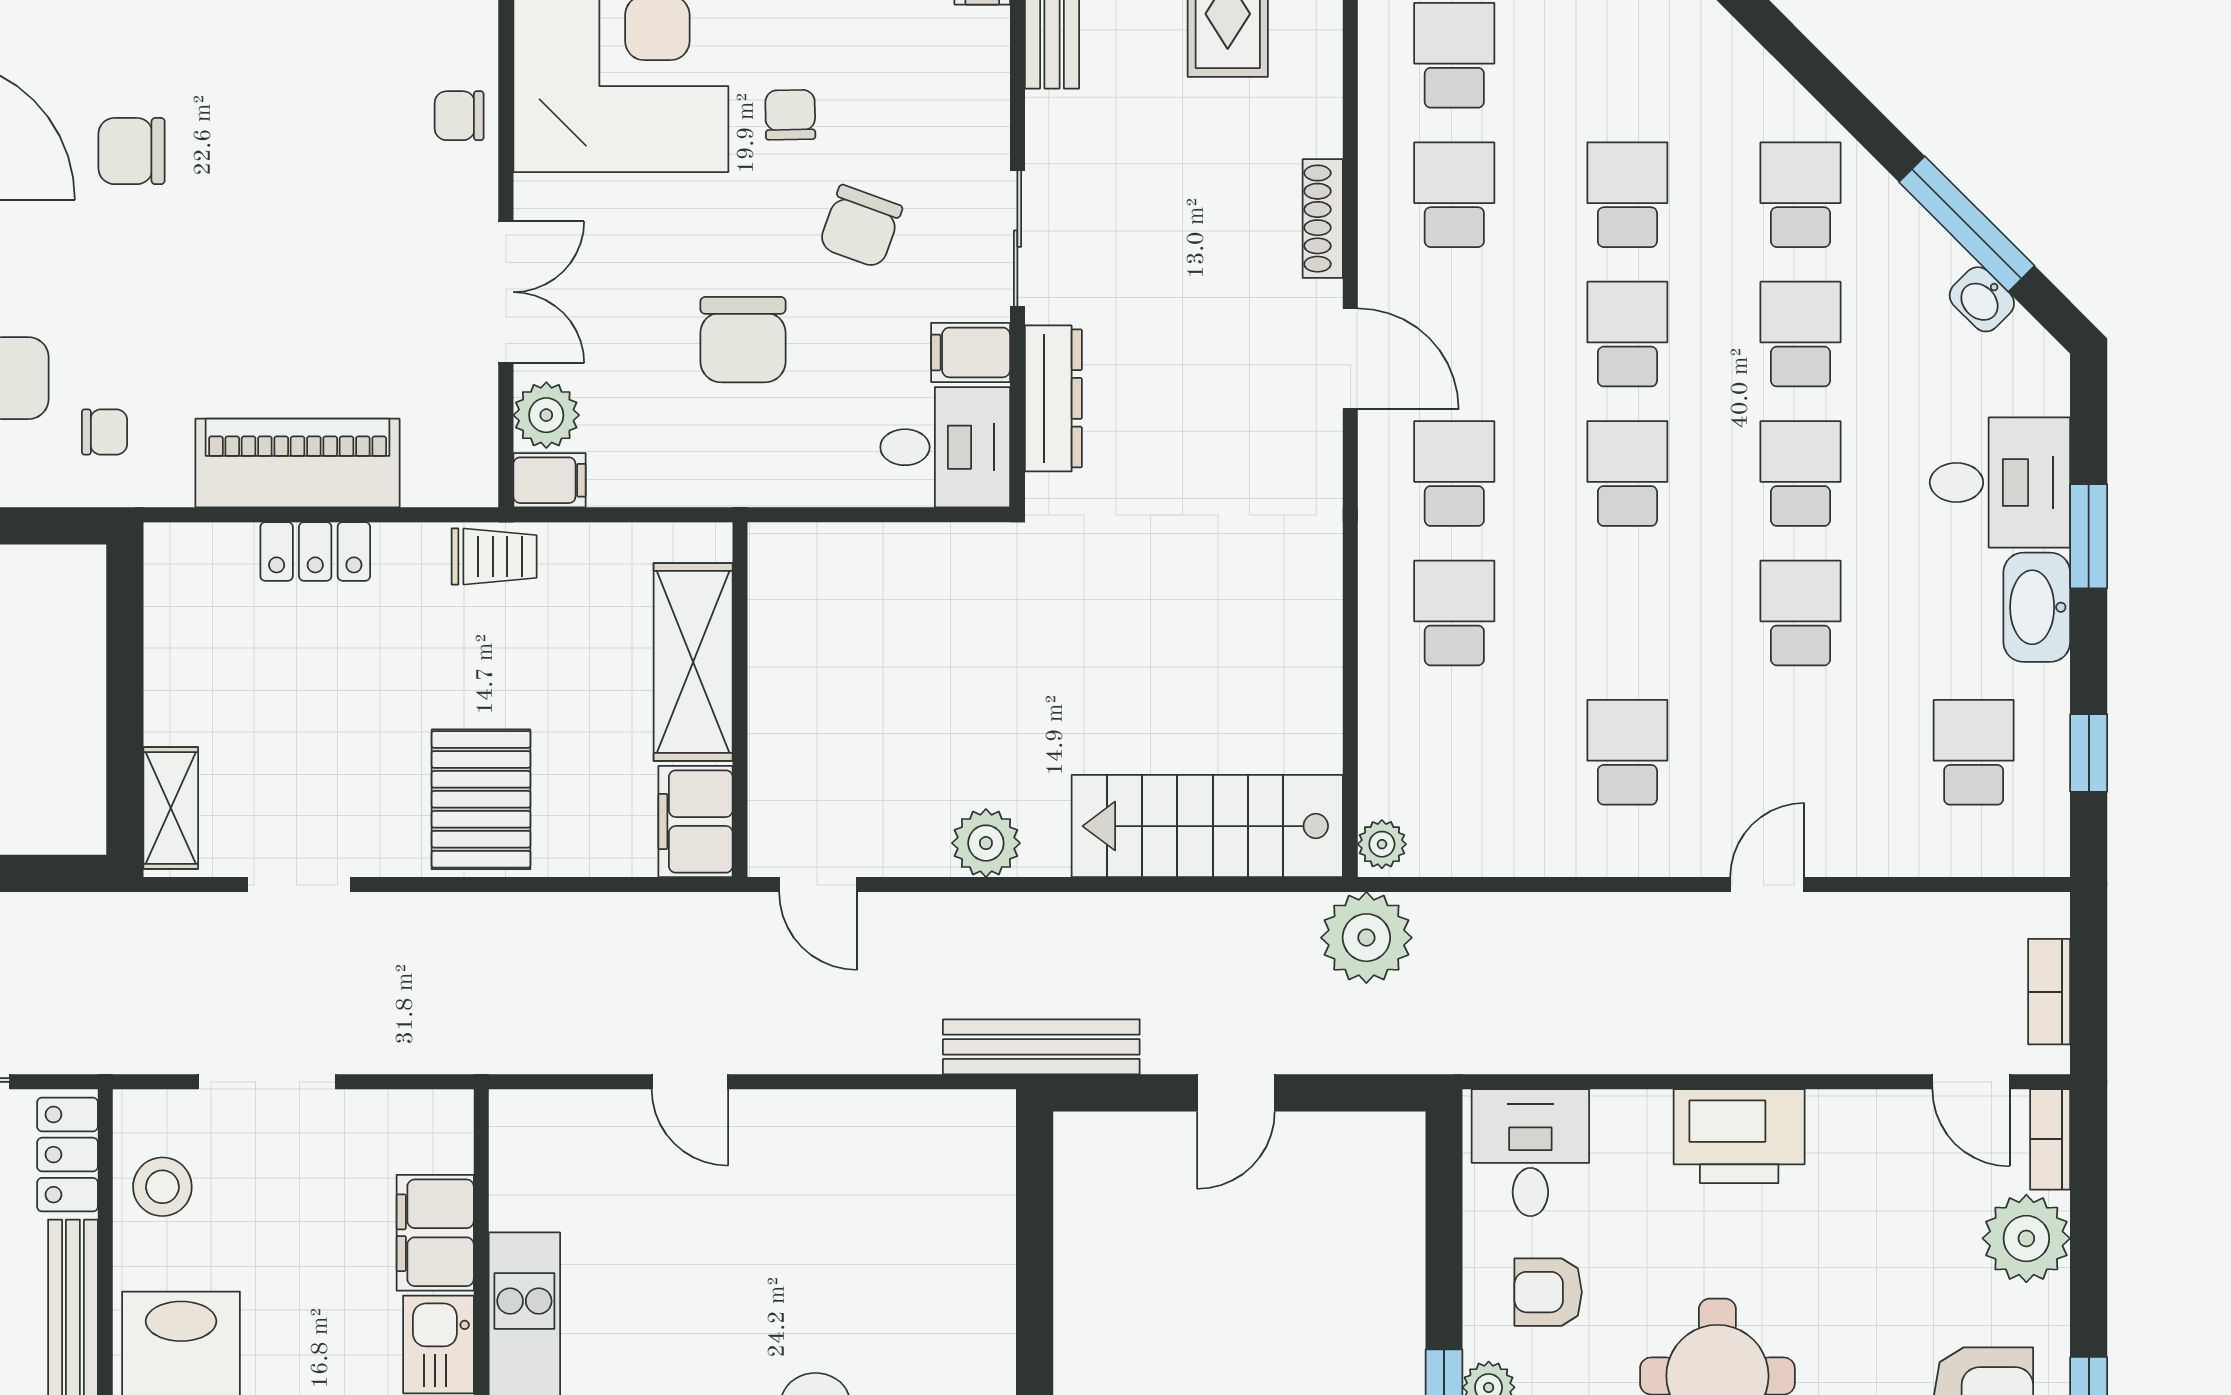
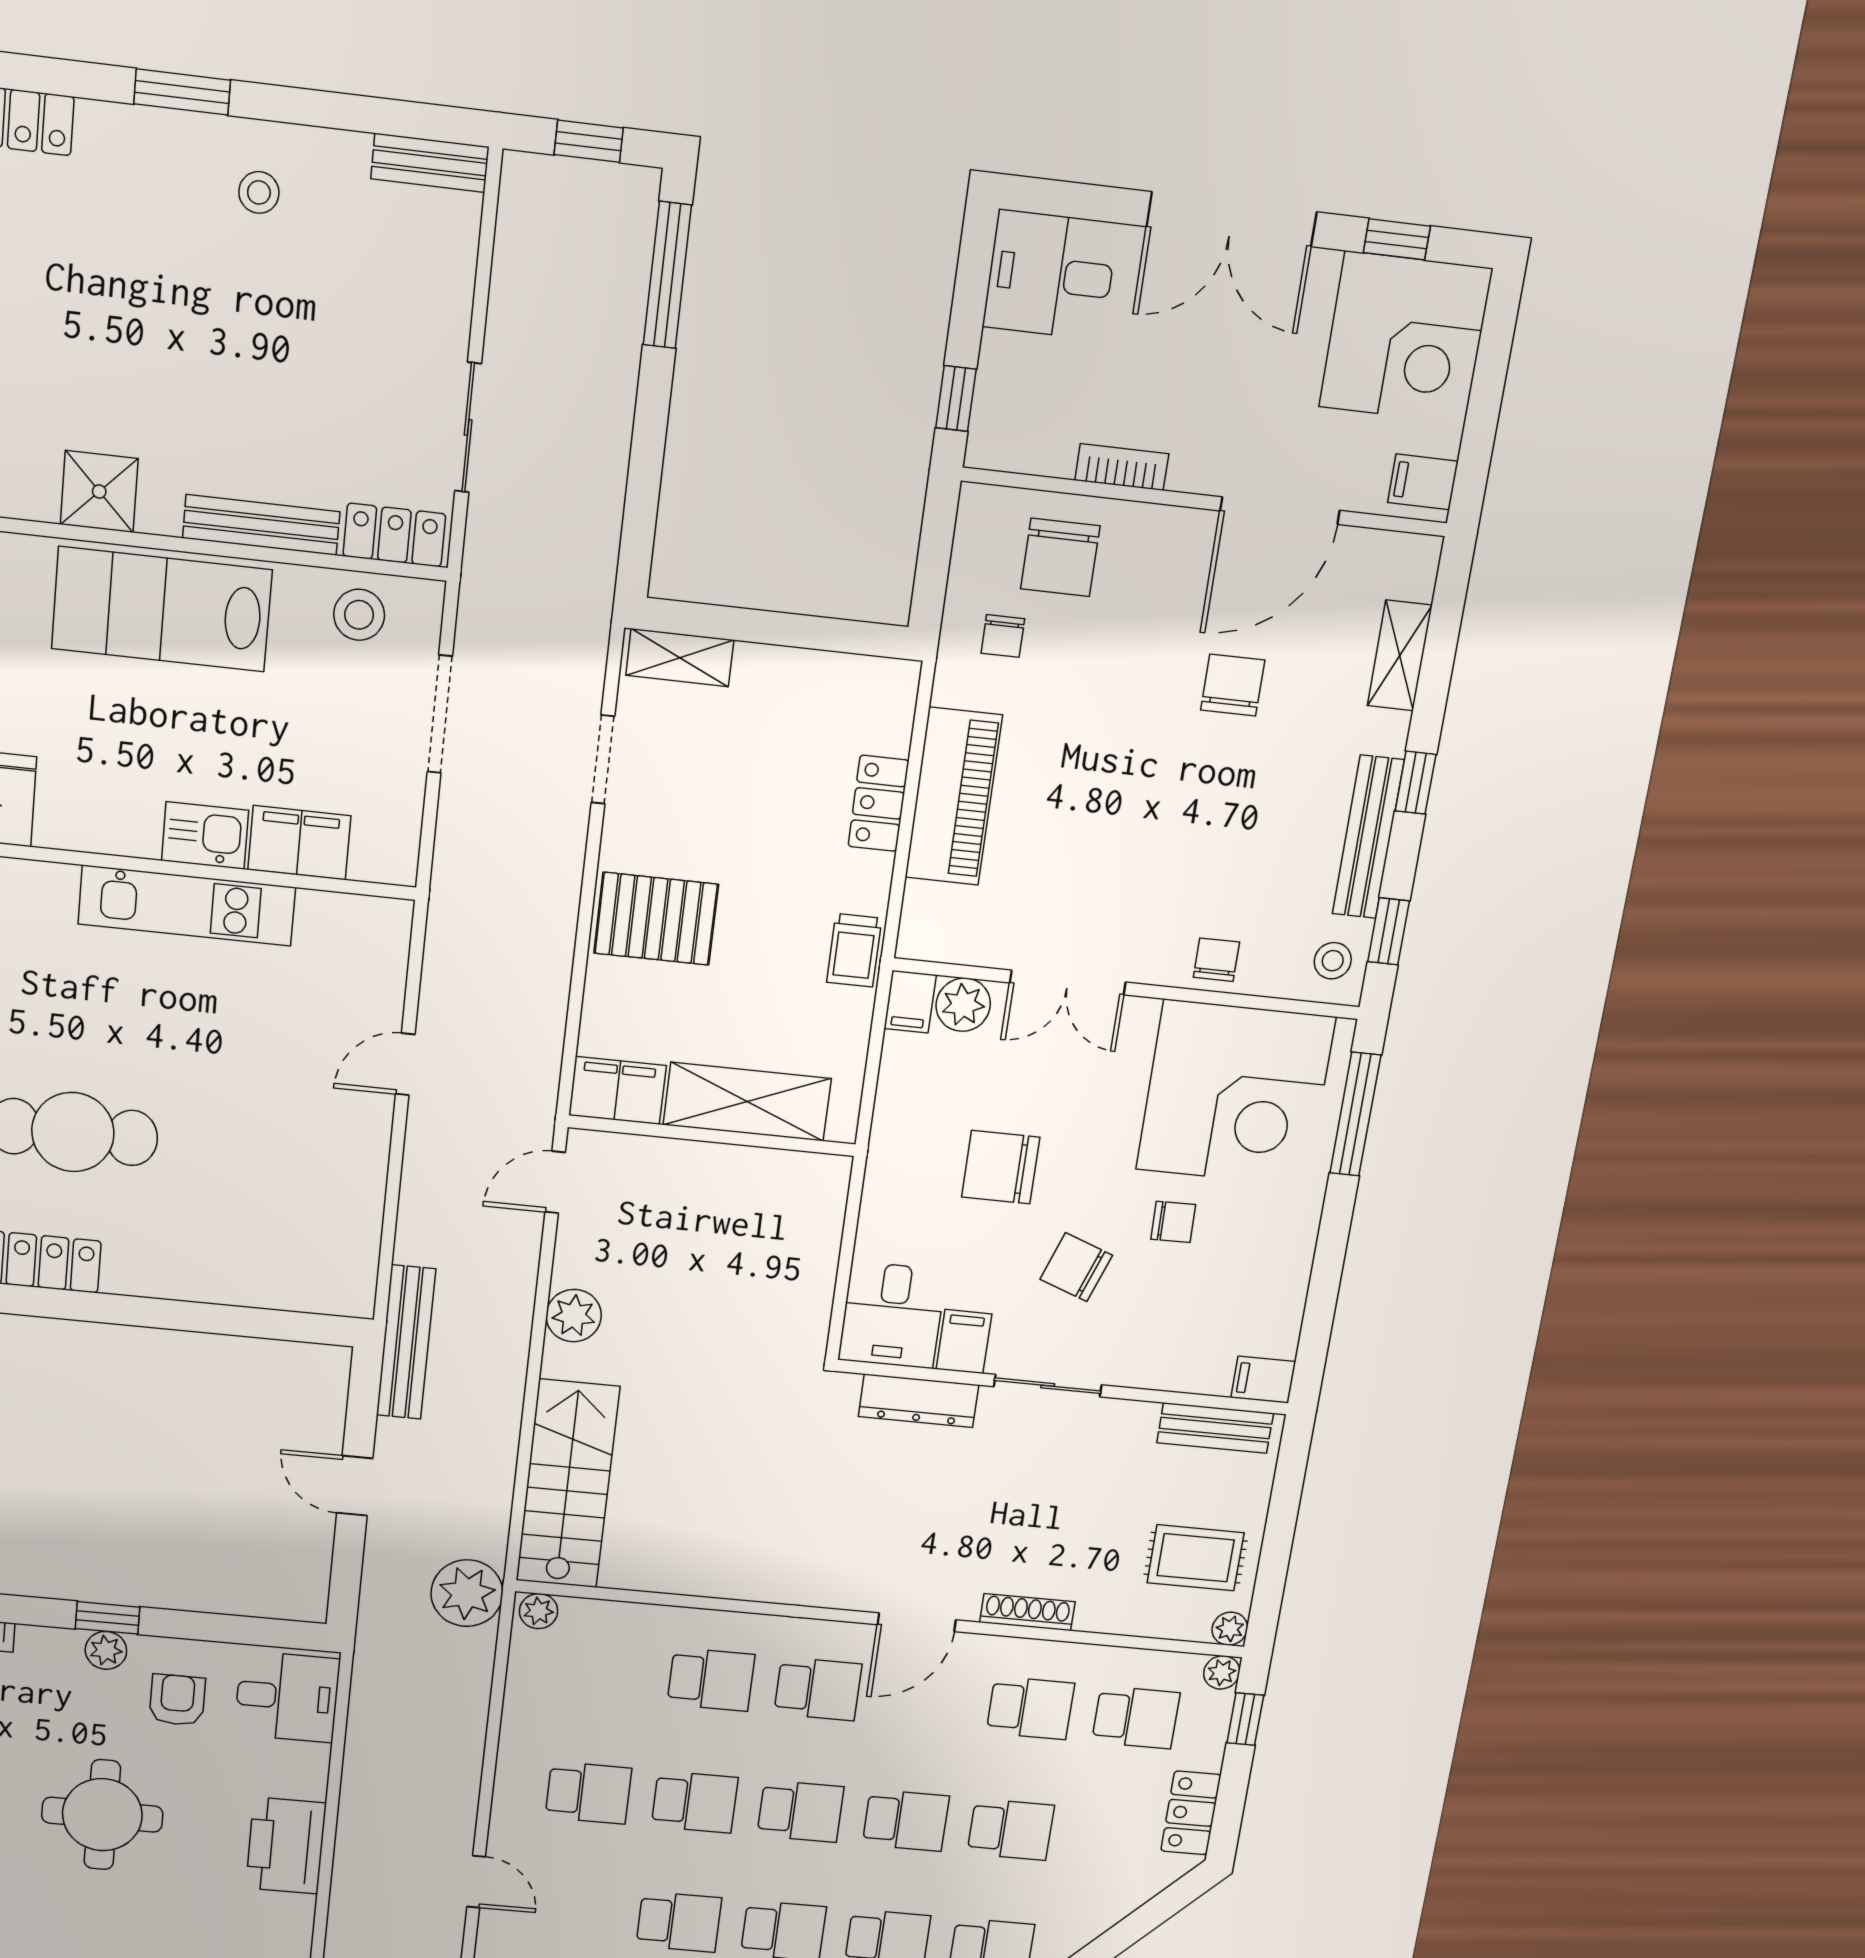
school desk: (1627, 613) -> (695, 1802), added

